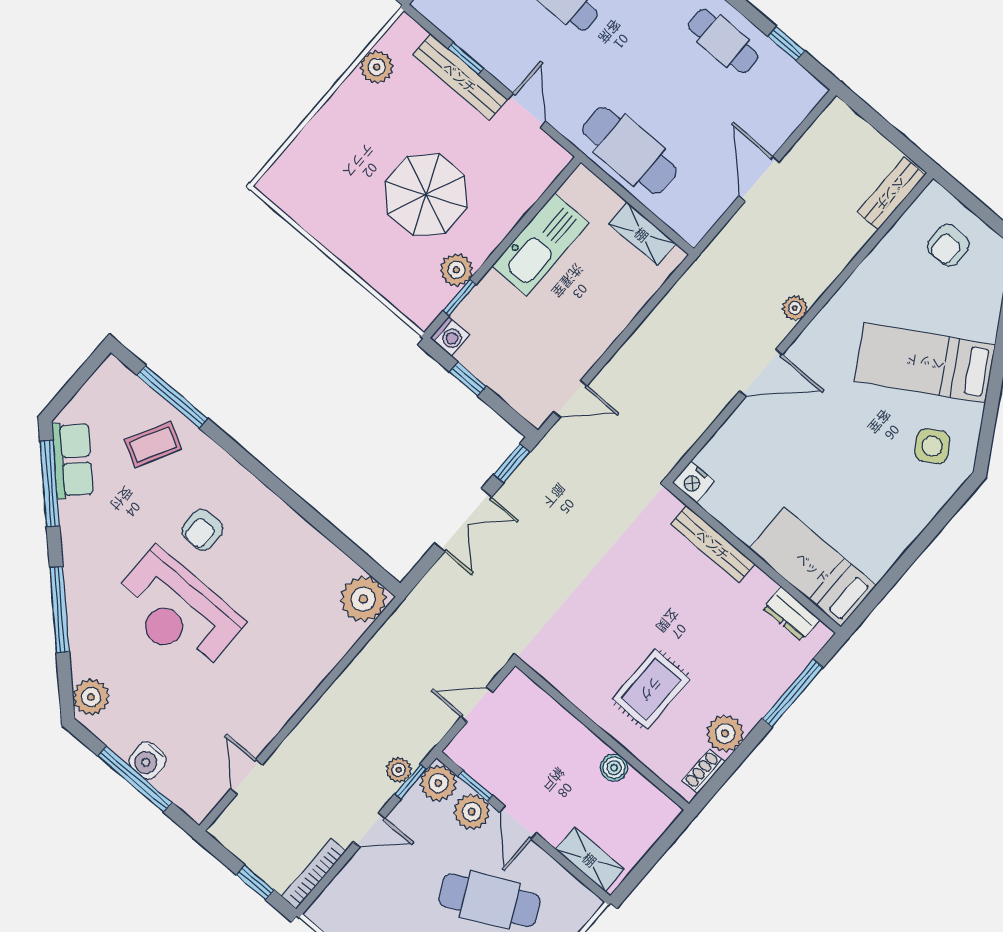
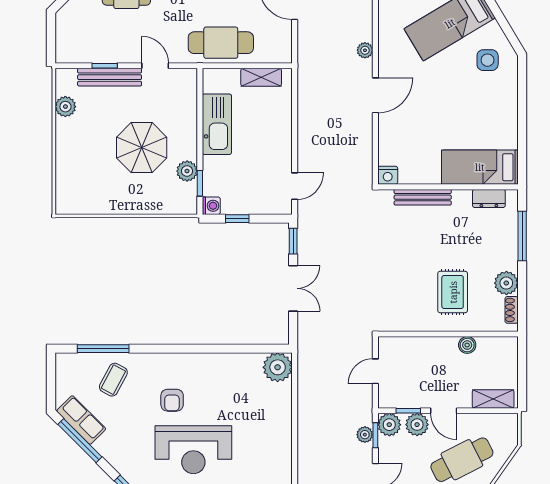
side table: (932, 446) -> (488, 60), turned 32

